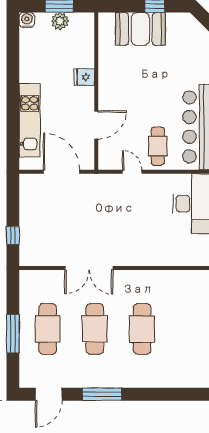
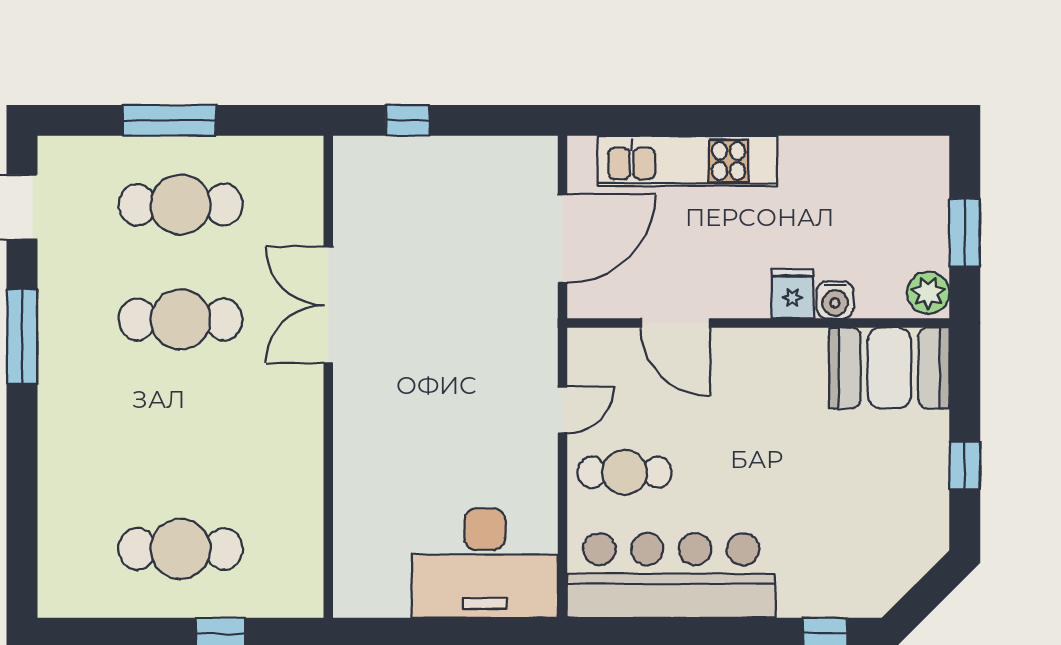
water cooler: (27, 20) -> (835, 300), moved, turned 90
plant: (60, 21) -> (928, 293), moved
booth: (140, 29) -> (889, 368), moved, turned 90
cafe table: (142, 329) -> (181, 549), moved

